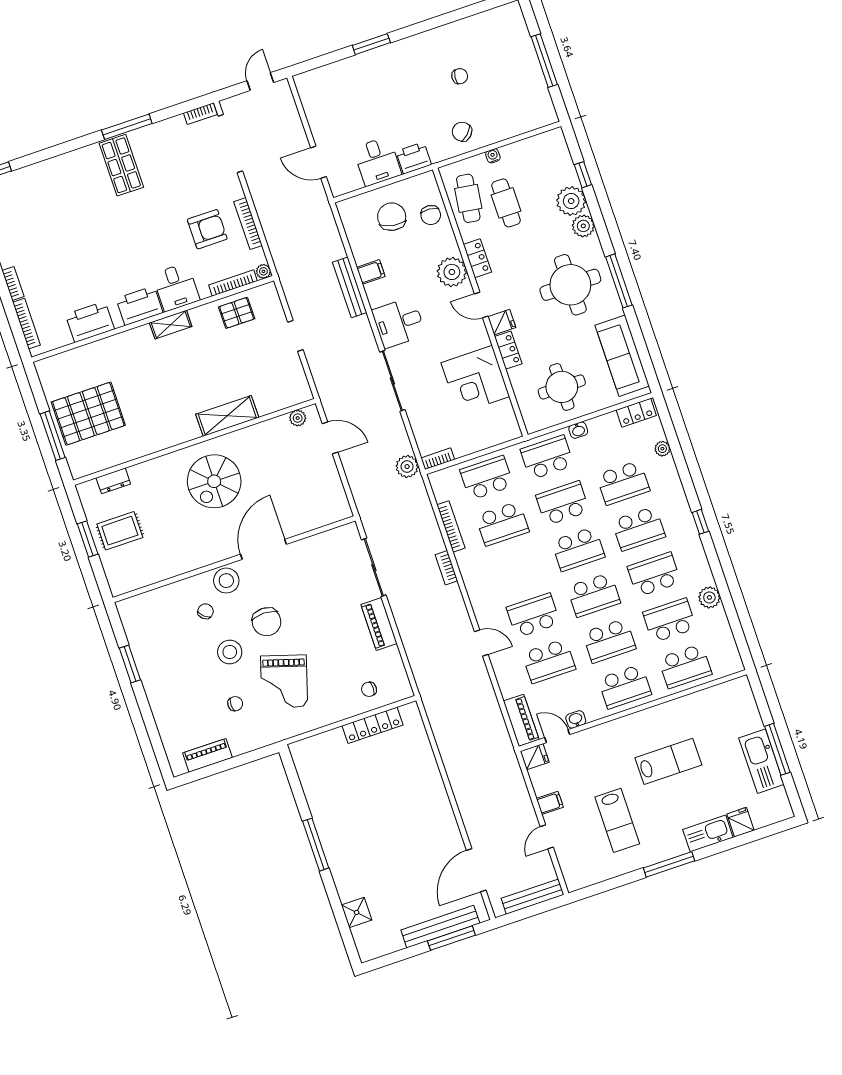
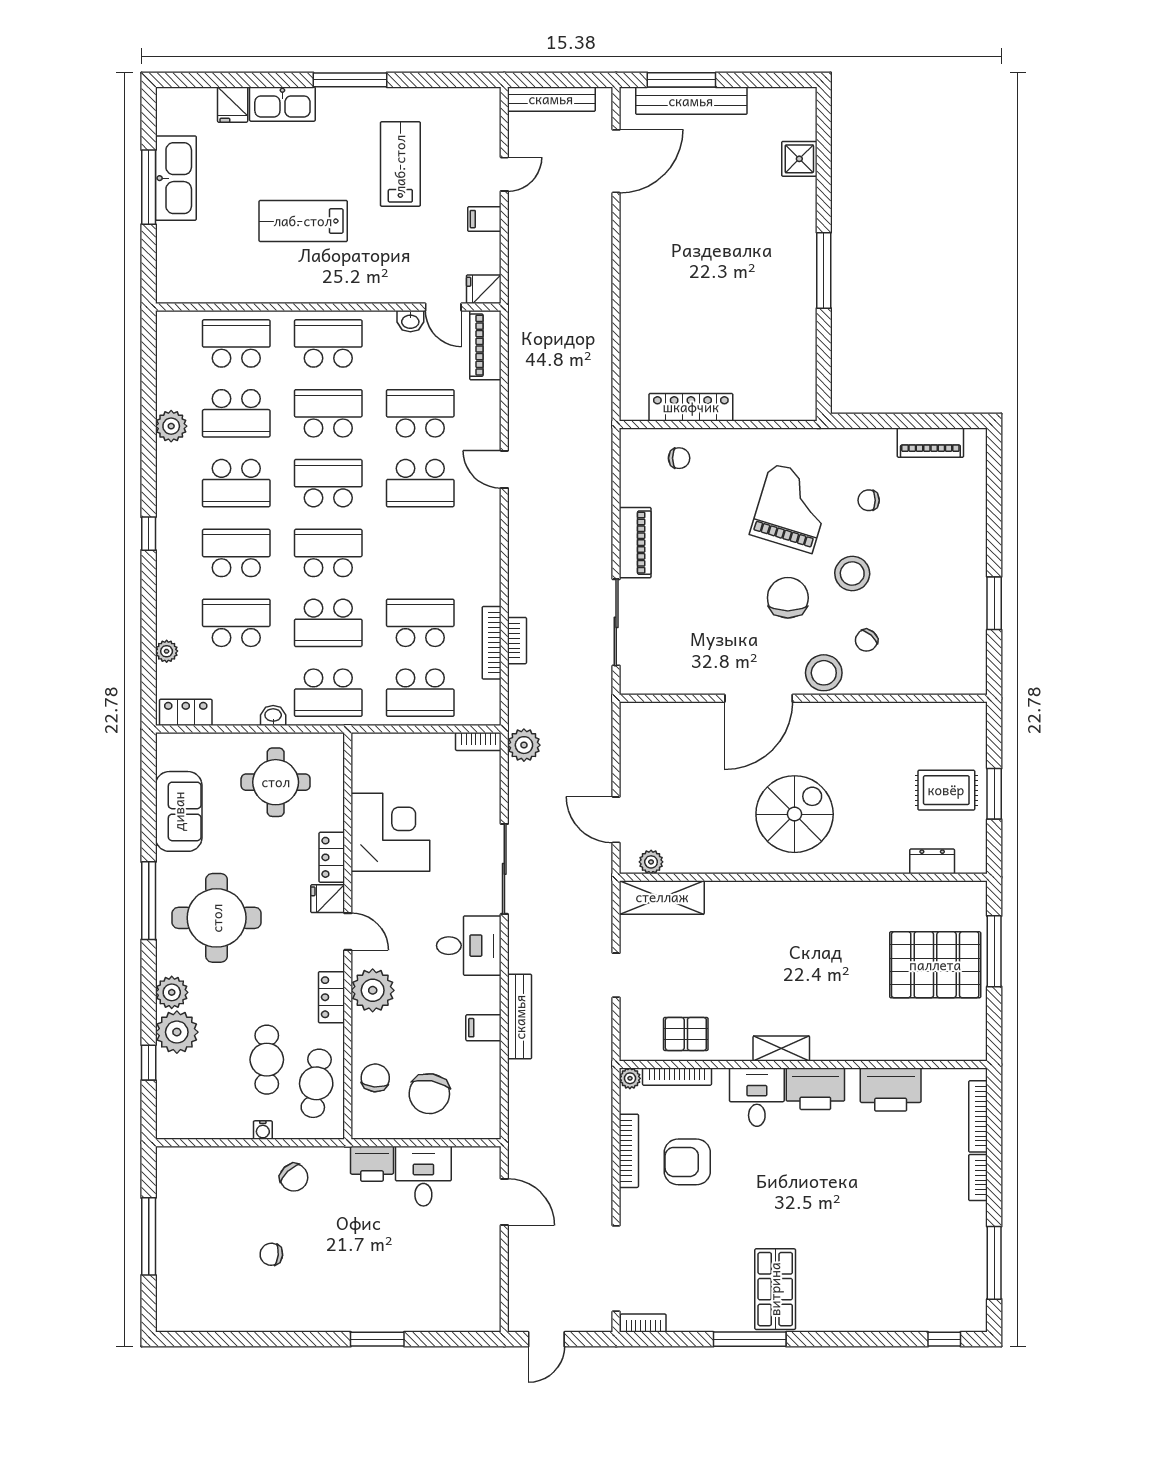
sofa: (622, 356) -> (179, 811), width x0.73
shelving: (227, 416) -> (662, 897), moved
bookcase: (446, 568) -> (517, 641), moved

